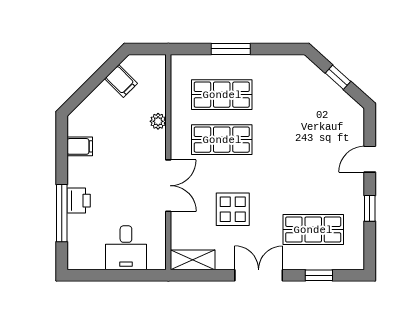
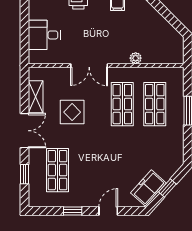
filing cabinet: (121, 81) -> (165, 31), removed
freezer: (338, 103) -> (148, 188), added
door: (370, 159) -> (108, 211), hinge flipped
shelving: (193, 260) -> (36, 97), moved

